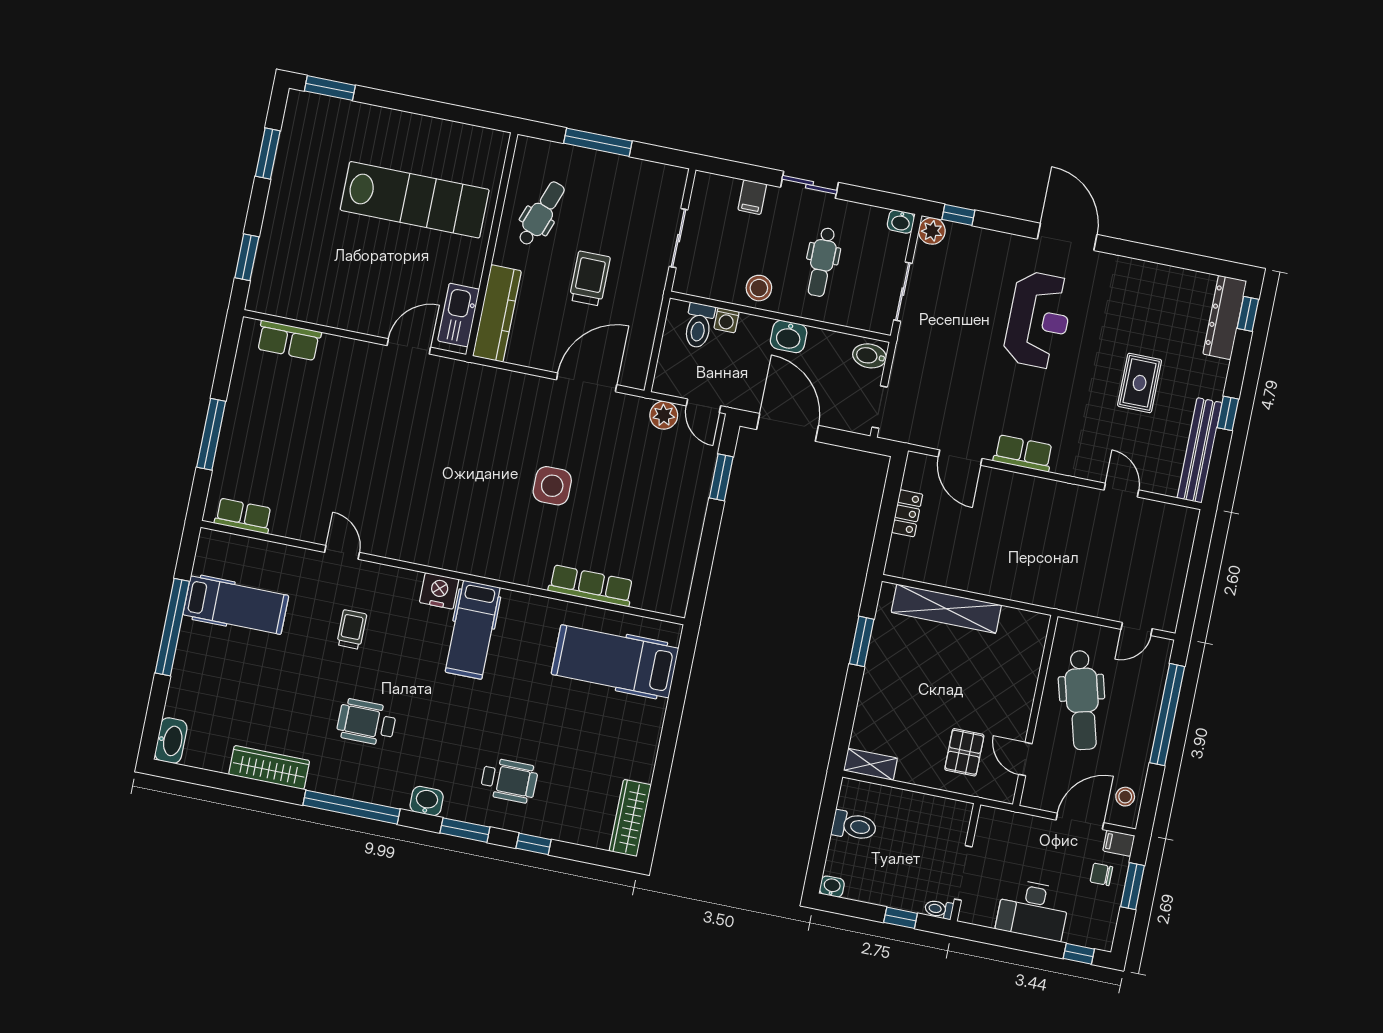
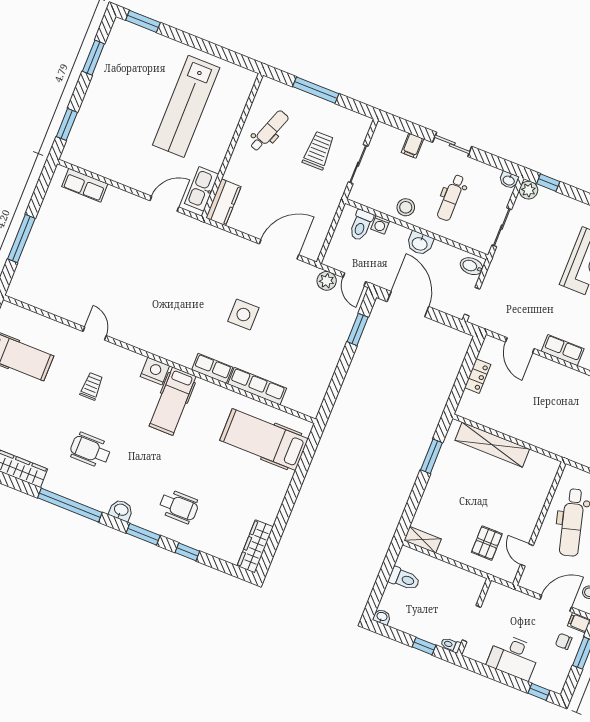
lab bench: (415, 200) -> (186, 106), turned 90
trolley: (590, 278) -> (318, 150), moved
kitchen counter: (497, 313) -> (223, 202), width x0.67
row of seats: (243, 516) -> (212, 368), moved

